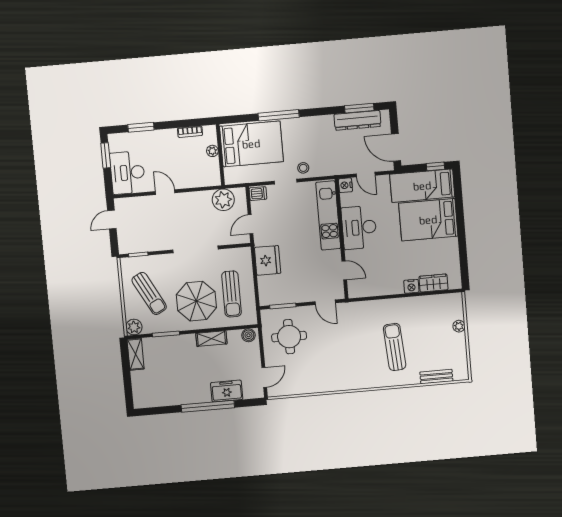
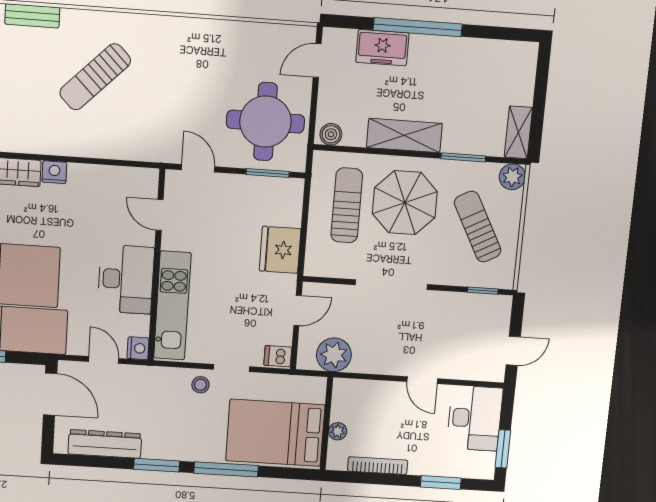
window: (359, 108) -> (157, 465), moved
bookcase: (190, 132) -> (378, 466), width x1.56
round table: (289, 337) -> (265, 122), width x1.36, depth x1.36
shelving: (211, 339) -> (404, 135), width x1.50, depth x1.33
sun lounger: (395, 347) -> (95, 77), turned 49

